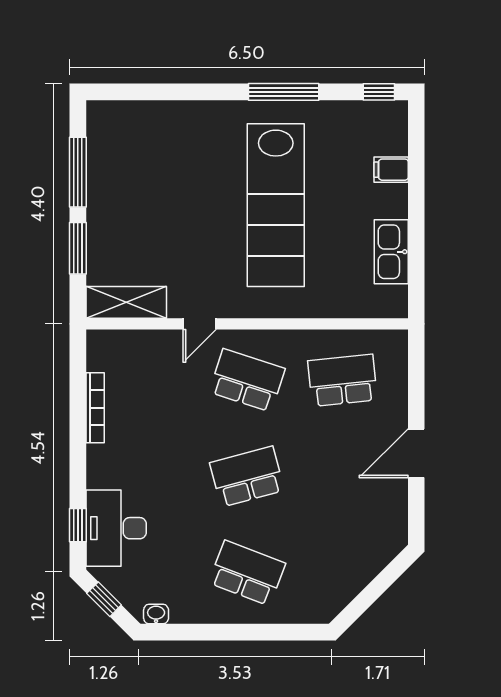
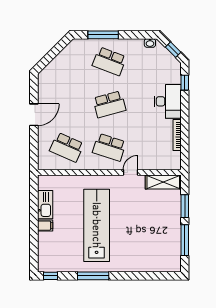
filing cabinet: (391, 170) -> (45, 226), moved
school desk: (343, 380) -> (67, 147), turned 30
desk: (116, 528) -> (168, 101), moved
window: (261, 632) -> (103, 35), added

